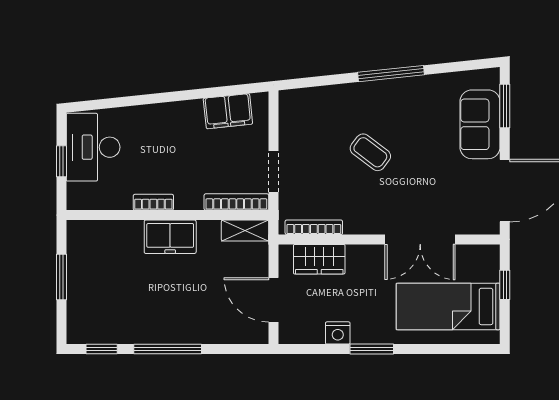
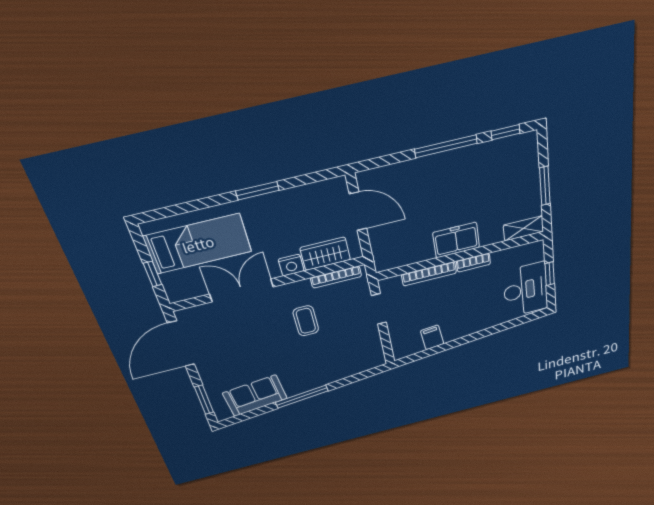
filing cabinet: (228, 111) -> (432, 337), width x0.50
sofa: (480, 124) -> (255, 396), moved, turned -96
coffee table: (370, 152) -> (306, 321), moved, turned 53
bookcase: (236, 202) -> (429, 274), moved
shelving: (245, 231) -> (523, 228), moved
nightstand: (338, 333) -> (291, 265), moved, turned 180

